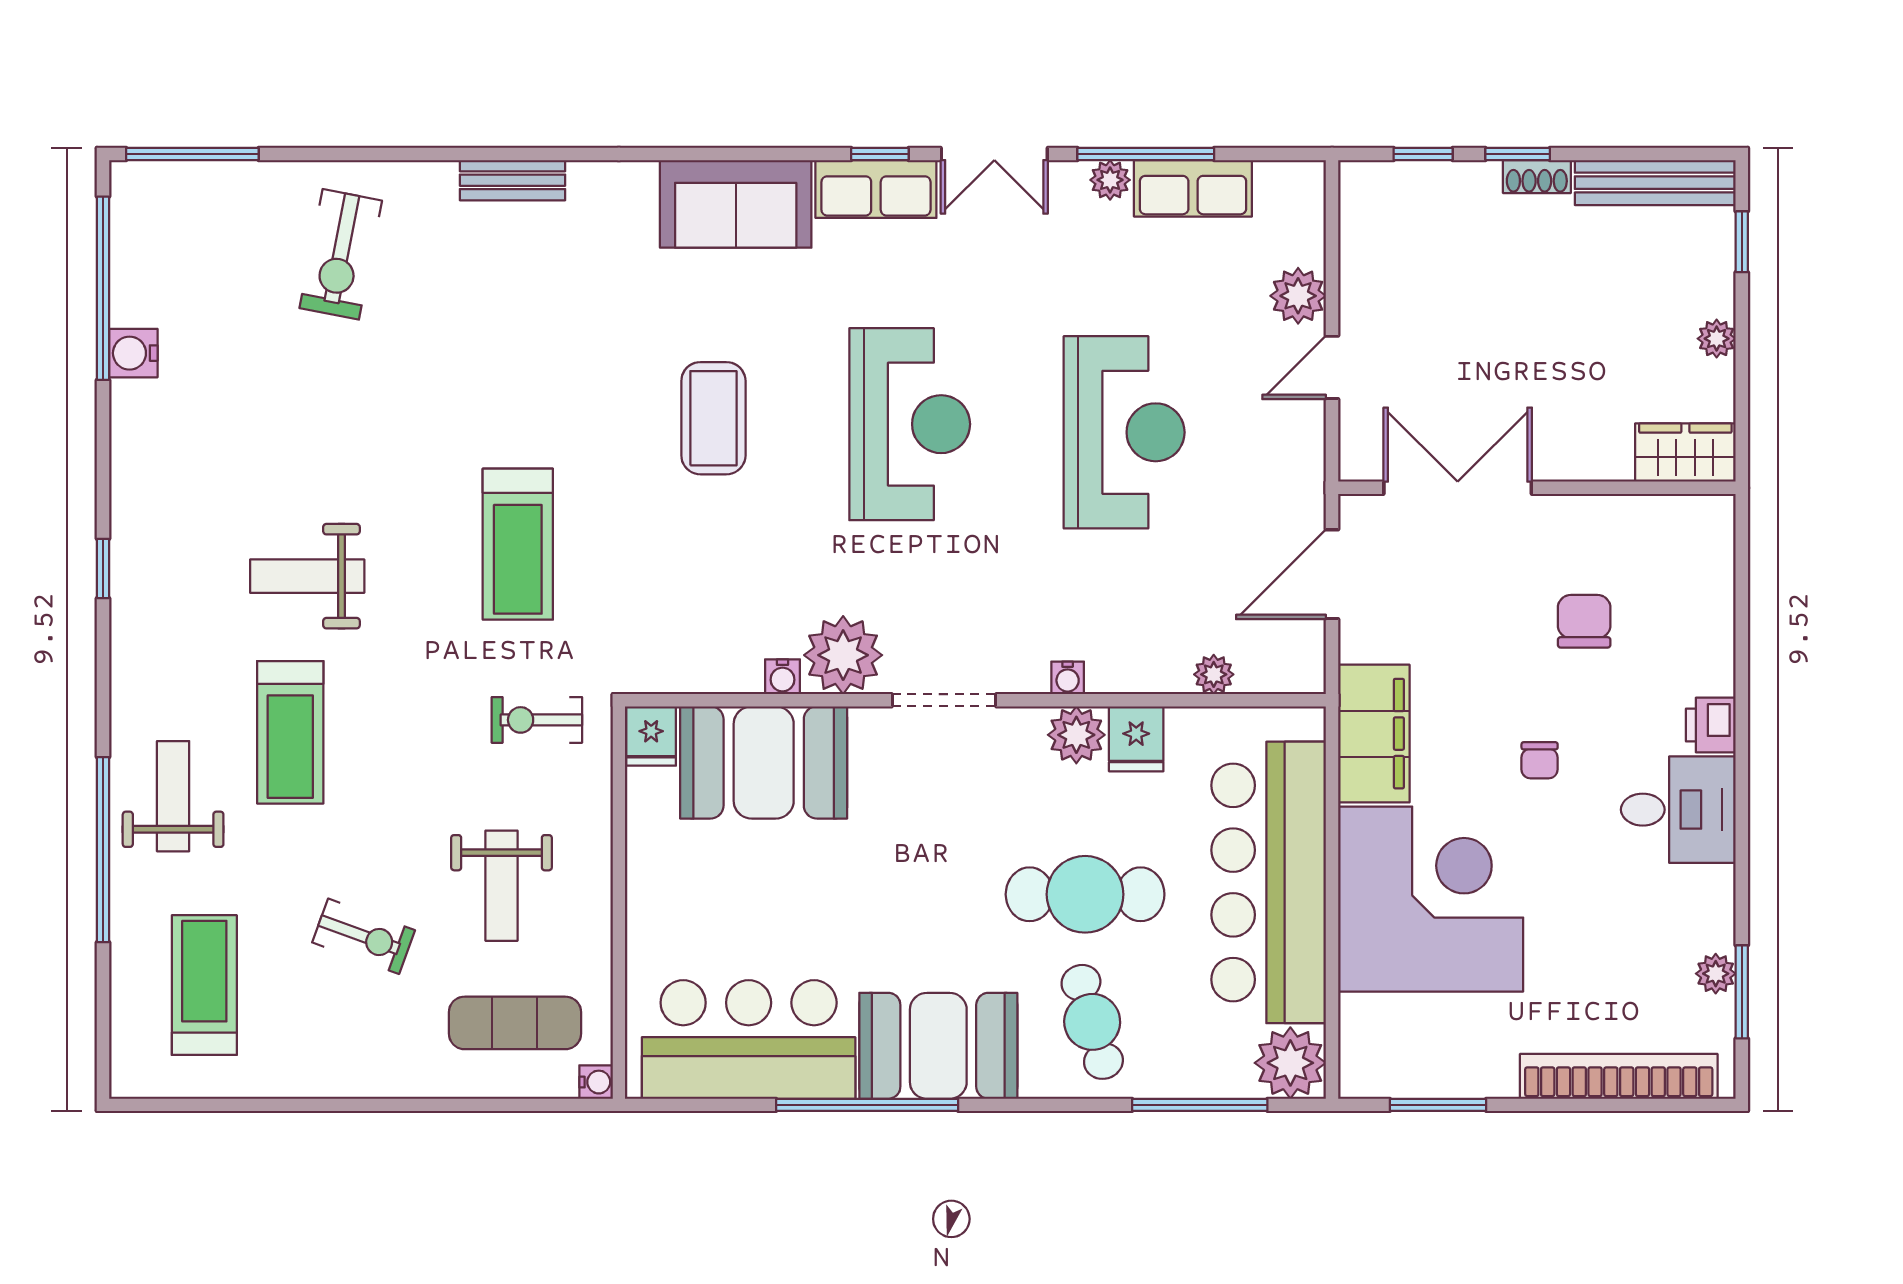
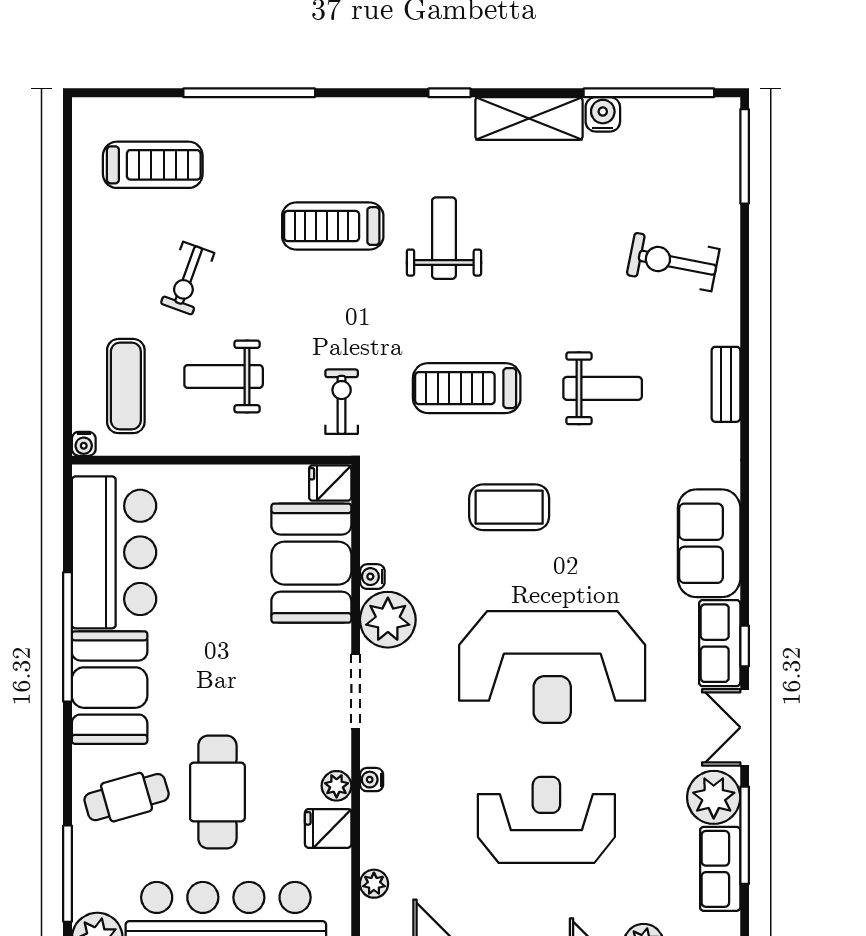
plant: (1110, 180) -> (714, 797), width x1.87, depth x1.87
coffee table: (713, 418) -> (509, 507), moved
reception desk: (910, 424) -> (552, 667), width x1.36, depth x1.30
reception desk: (1124, 432) -> (546, 820), turned 180
shelving: (139, 457) -> (529, 118), added
plant: (1076, 735) -> (337, 786), width x0.73, depth x0.73
weight bench: (173, 796) -> (603, 388), moved

